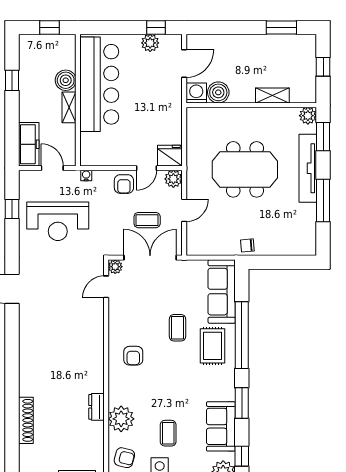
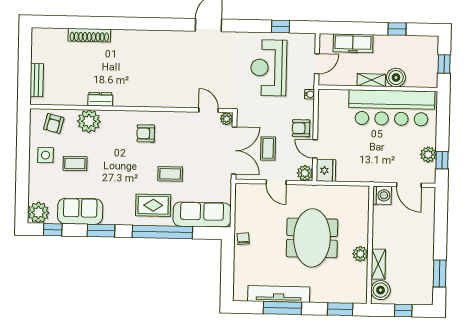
boiler: (218, 92) -> (381, 290), moved
plant: (308, 116) -> (360, 254), moved
freezer: (29, 144) -> (353, 43), moved
tv unit: (308, 168) -> (279, 294), moved

